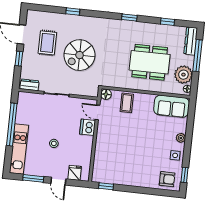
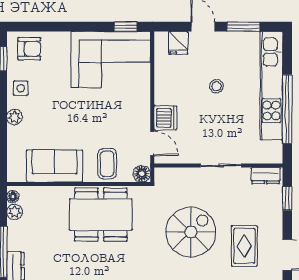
window: (19, 59) -> (287, 198), moved
dining table: (150, 62) -> (101, 215), moved
plant: (183, 75) -> (15, 212), width x0.53, depth x0.53
sofa: (172, 106) -> (54, 166), moved
kitchen unit: (19, 149) -> (271, 86), width x1.36
corner sofa: (117, 167) -> (111, 60), added
armchair: (167, 179) -> (29, 49), turned 180

